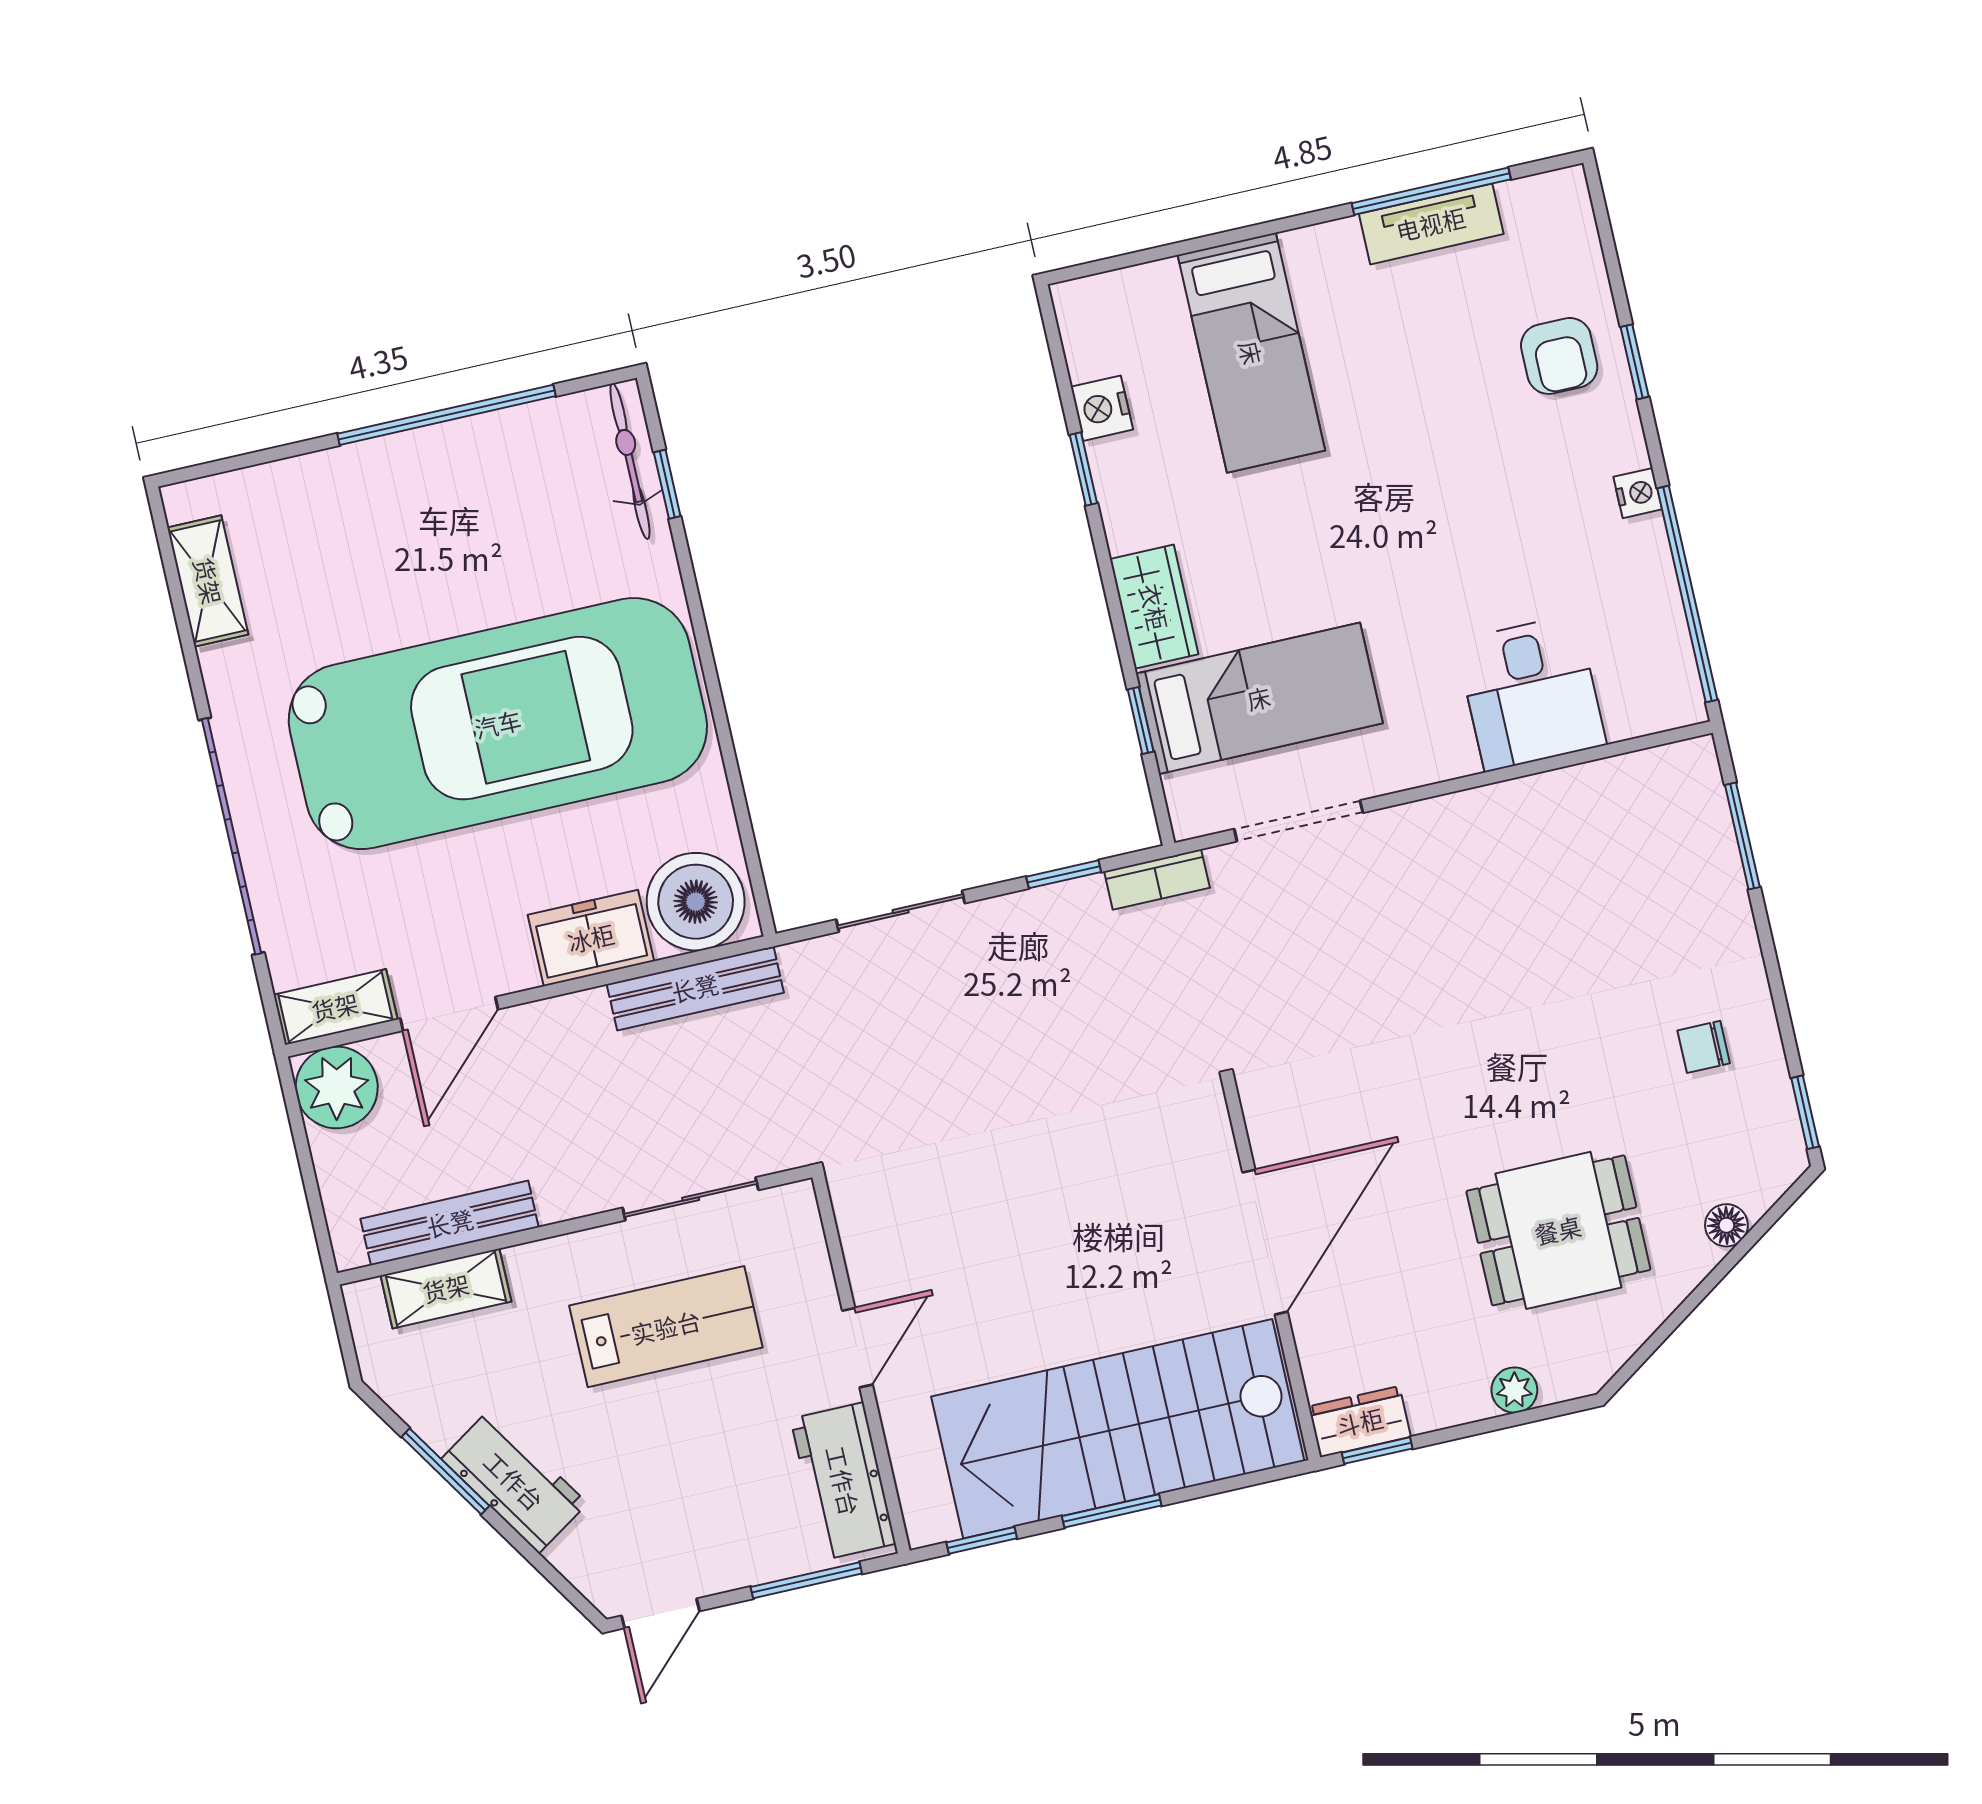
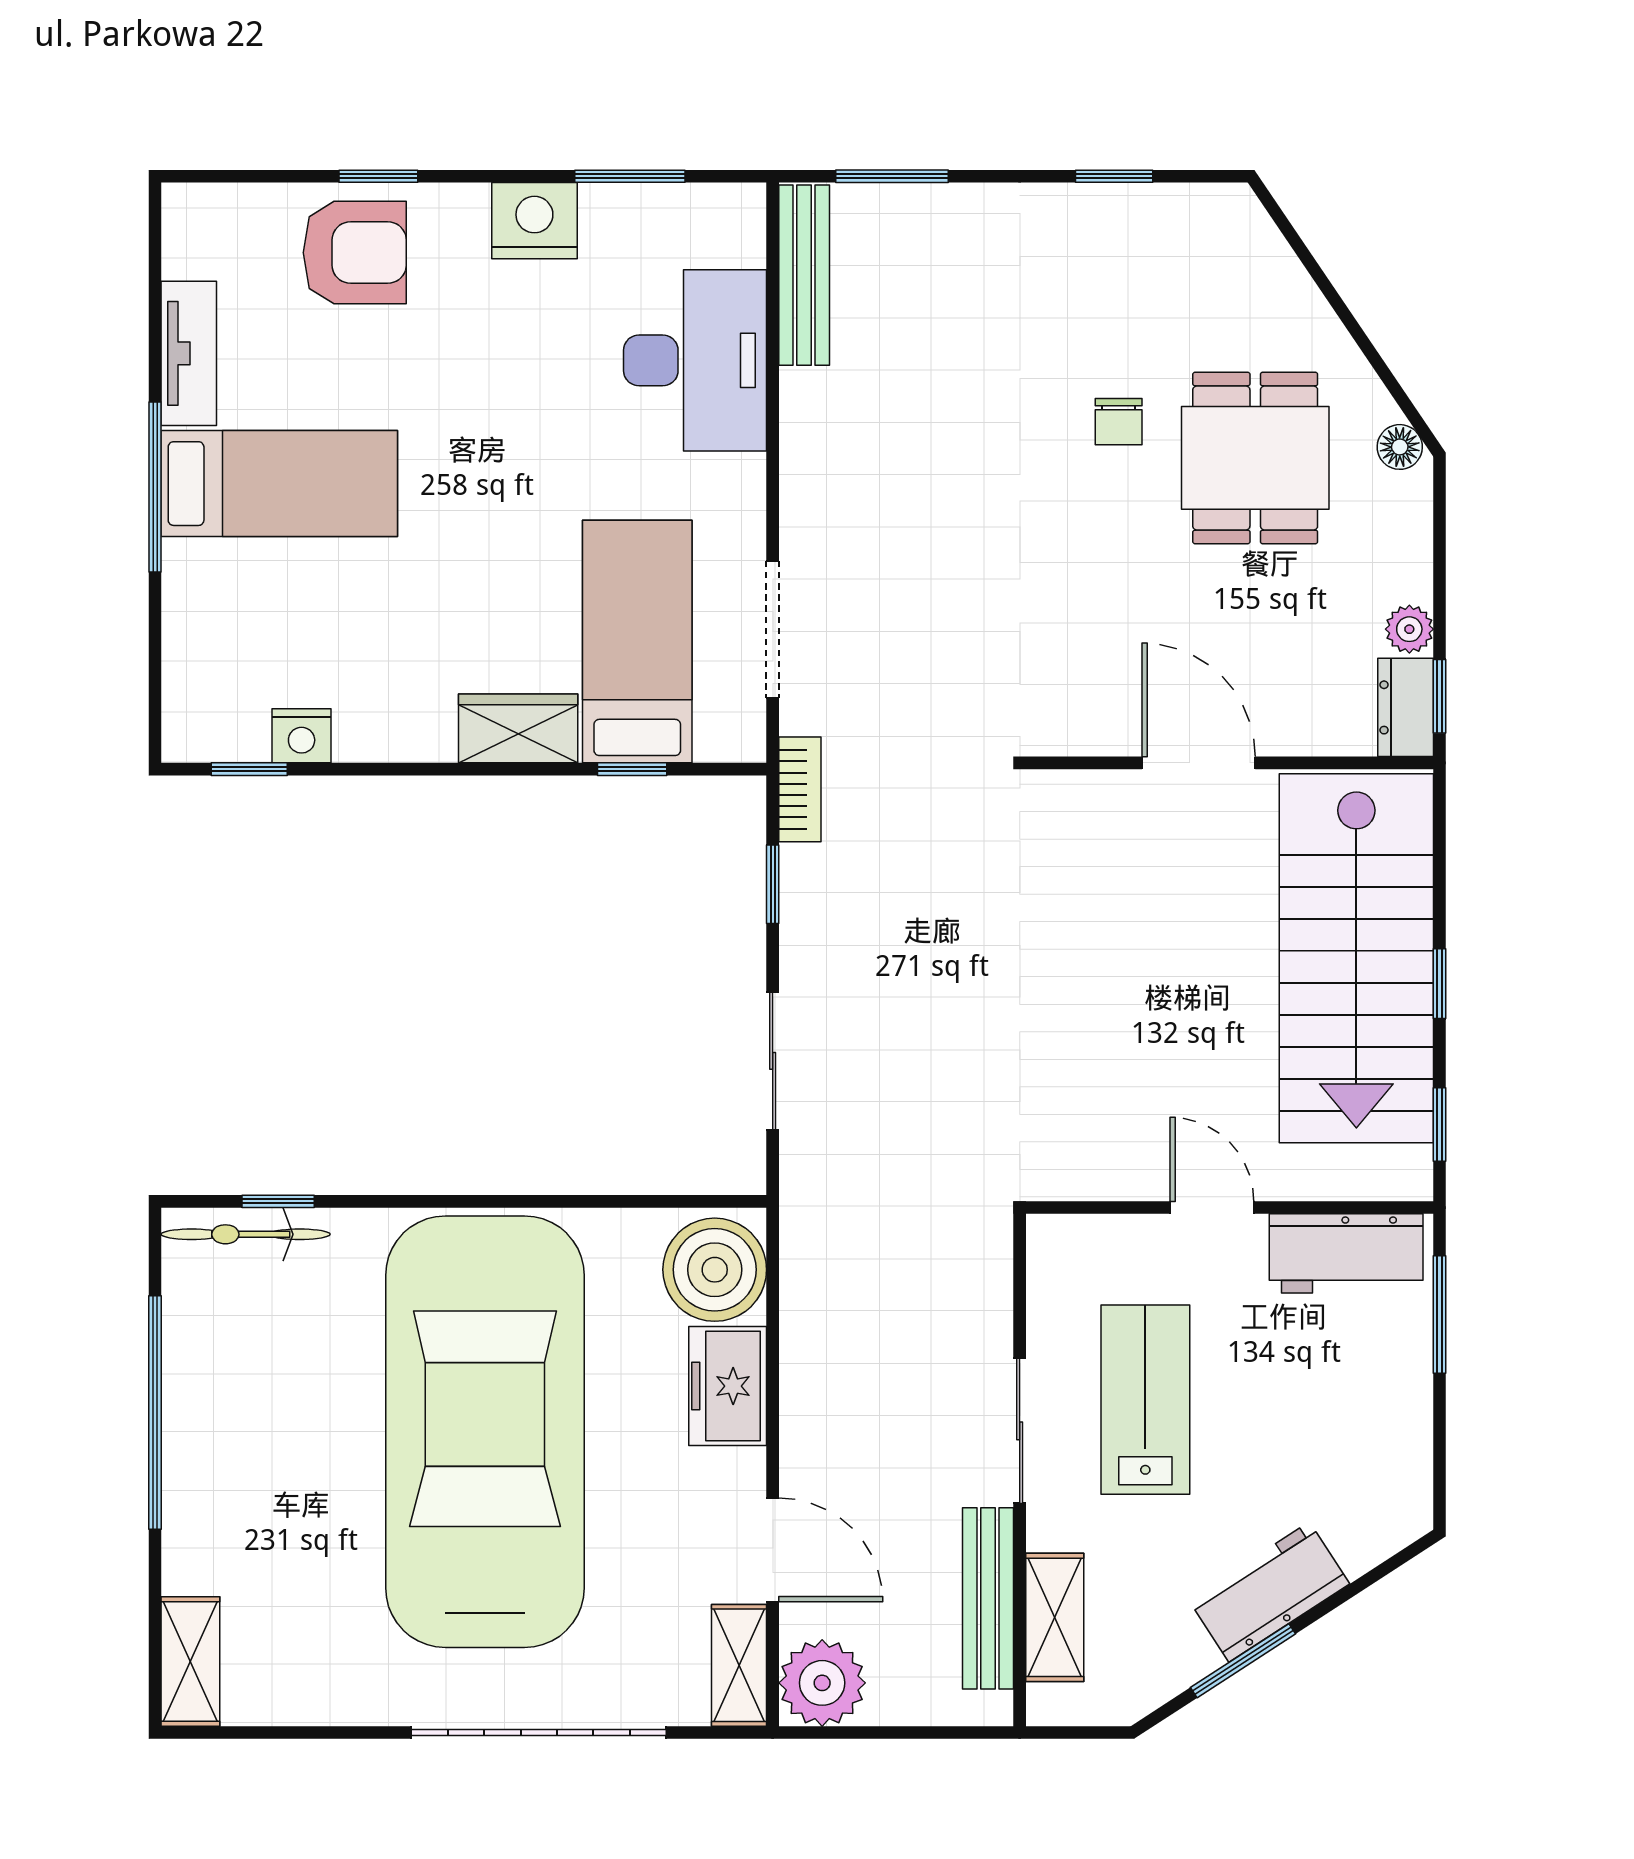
window: (1431, 191) -> (155, 487), moved
bed: (1251, 353) -> (279, 484), moved
armchair: (1559, 356) -> (355, 253), width x1.38, depth x1.38
window: (1083, 469) -> (249, 769), moved
nightstand: (1638, 493) -> (534, 221), width x1.89, depth x1.79
shelving: (208, 581) -> (190, 1662), moved, turned 90
window: (1687, 594) -> (630, 176), width x0.47
desk: (1531, 693) -> (695, 360), width x1.37
bench: (695, 988) -> (804, 275), moved
chair: (1704, 1047) -> (1119, 422), moved
window: (1805, 1112) -> (1114, 176), moved
sliding door: (691, 1199) -> (1020, 1431), moved
floor lamp: (1726, 1225) -> (1400, 447), moved
door: (1265, 1242) -> (1199, 763), width x0.73
plant: (1514, 1390) -> (1409, 629), moved
window: (1112, 1511) -> (1440, 984), width x0.67
door: (661, 1613) -> (1440, 1472), removed

